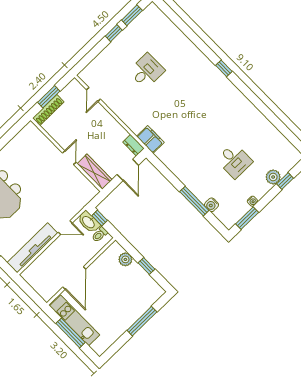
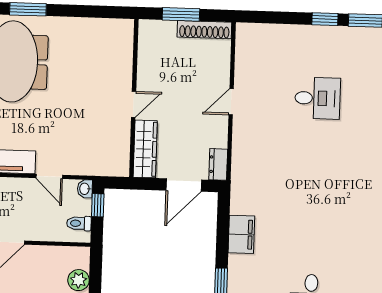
door: (93, 94) -> (231, 102), moved
shoe rack: (48, 110) -> (204, 30), moved
filing cabinet: (150, 139) -> (241, 234), moved
washbasin: (89, 222) -> (85, 189), width x0.52, depth x0.69

